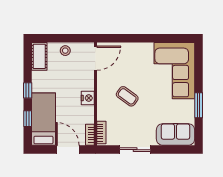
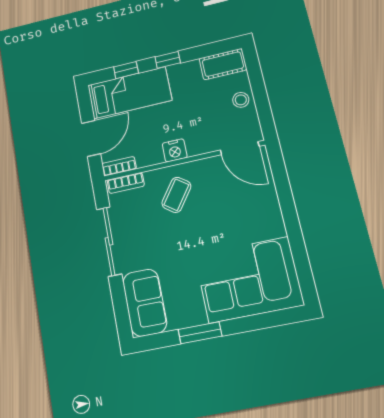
coffee table: (127, 96) -> (176, 195), moved
sliding door: (135, 150) -> (109, 241), width x1.37

